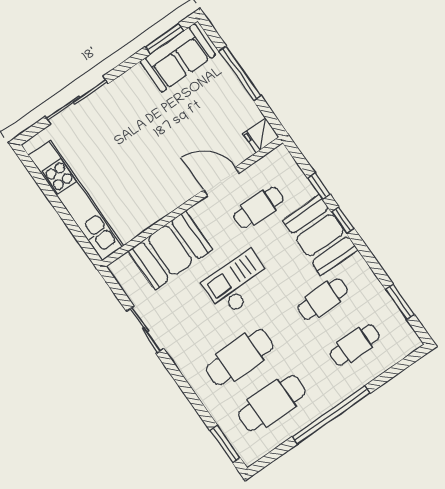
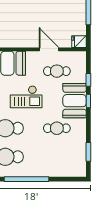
checkout: (238, 283) -> (26, 97), turned 180
cafe table: (355, 345) -> (57, 157), removed

